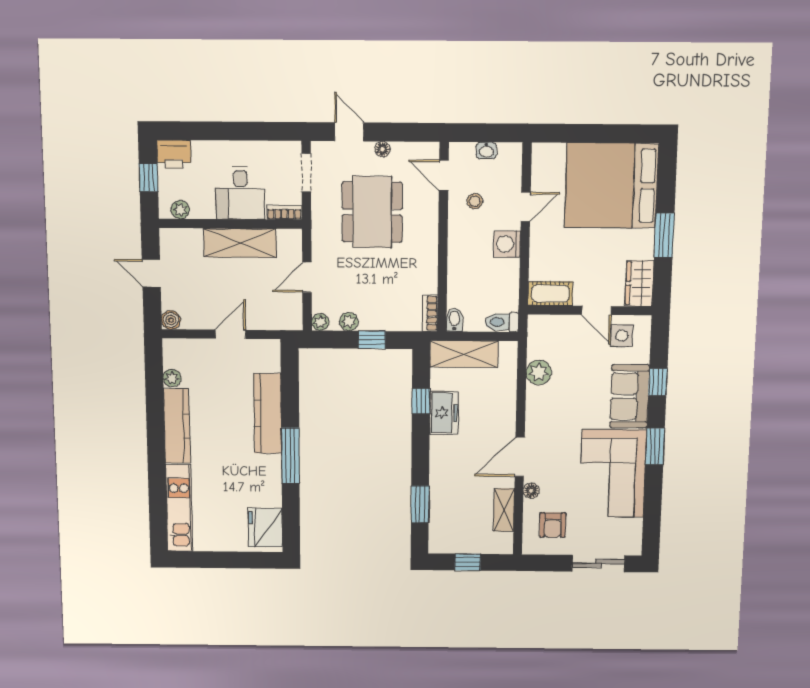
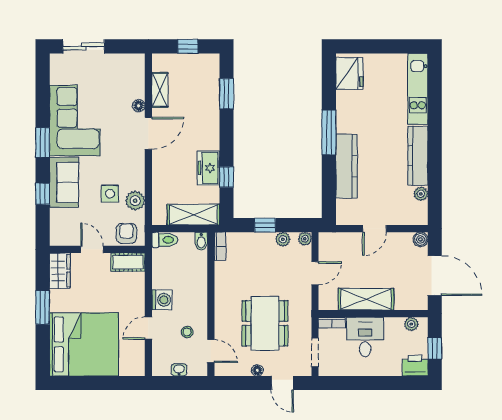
door: (151, 273) -> (435, 276), width x1.88
side table: (622, 336) -> (110, 194), moved
armchair: (553, 525) -> (126, 233), moved

